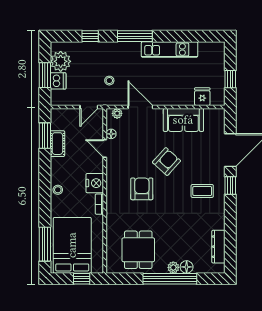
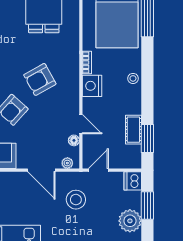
dishwasher: (58, 81) -> (133, 181), moved
stool: (109, 81) -> (76, 200), width x1.89, depth x1.89
armchair: (142, 189) -> (40, 79), turned 61

